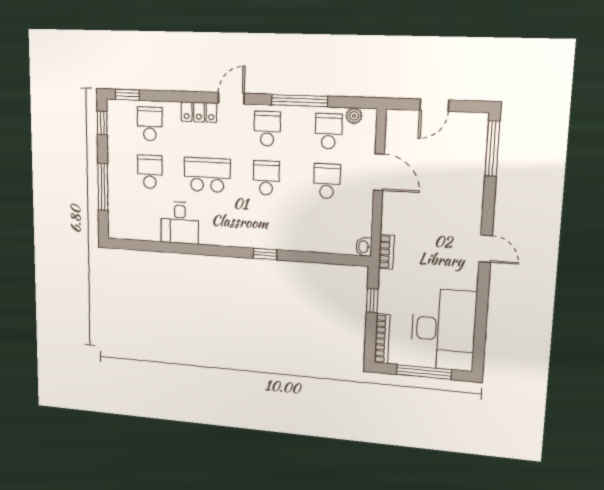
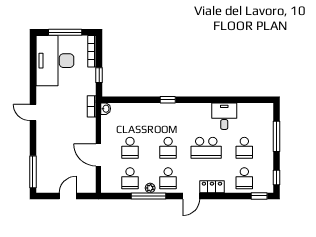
plant: (354, 116) -> (150, 188), moved

